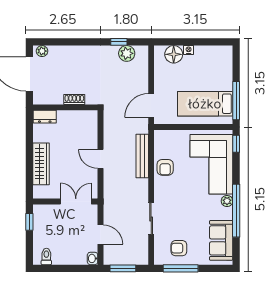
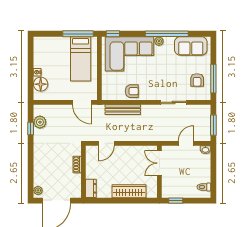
door: (100, 159) -> (106, 143), moved

